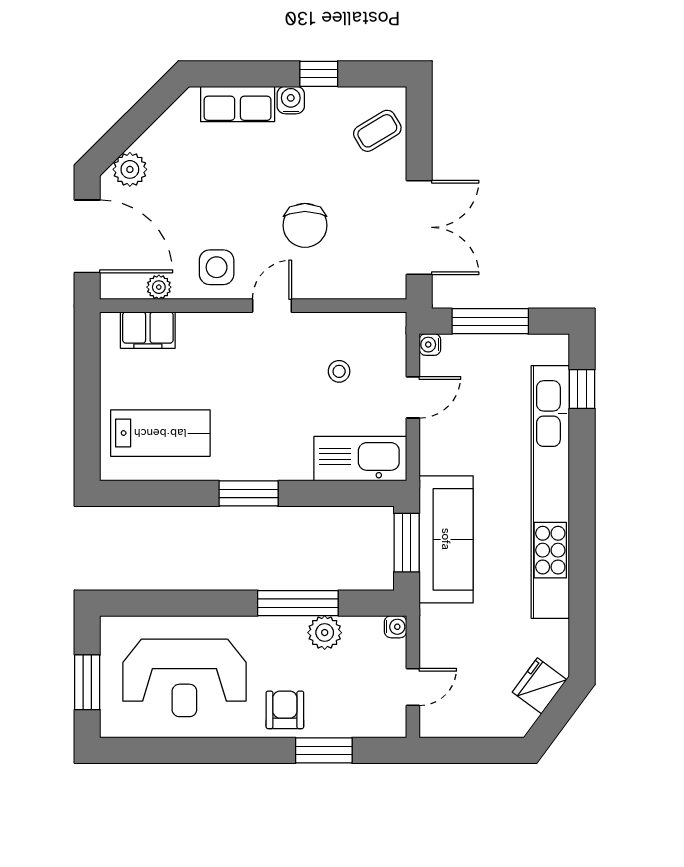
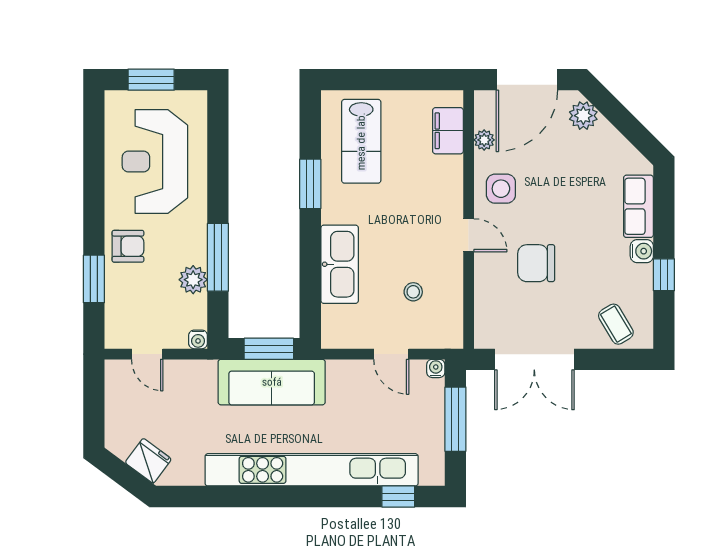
kitchen sink: (360, 459) -> (340, 264), moved
window: (249, 493) -> (310, 184), moved

